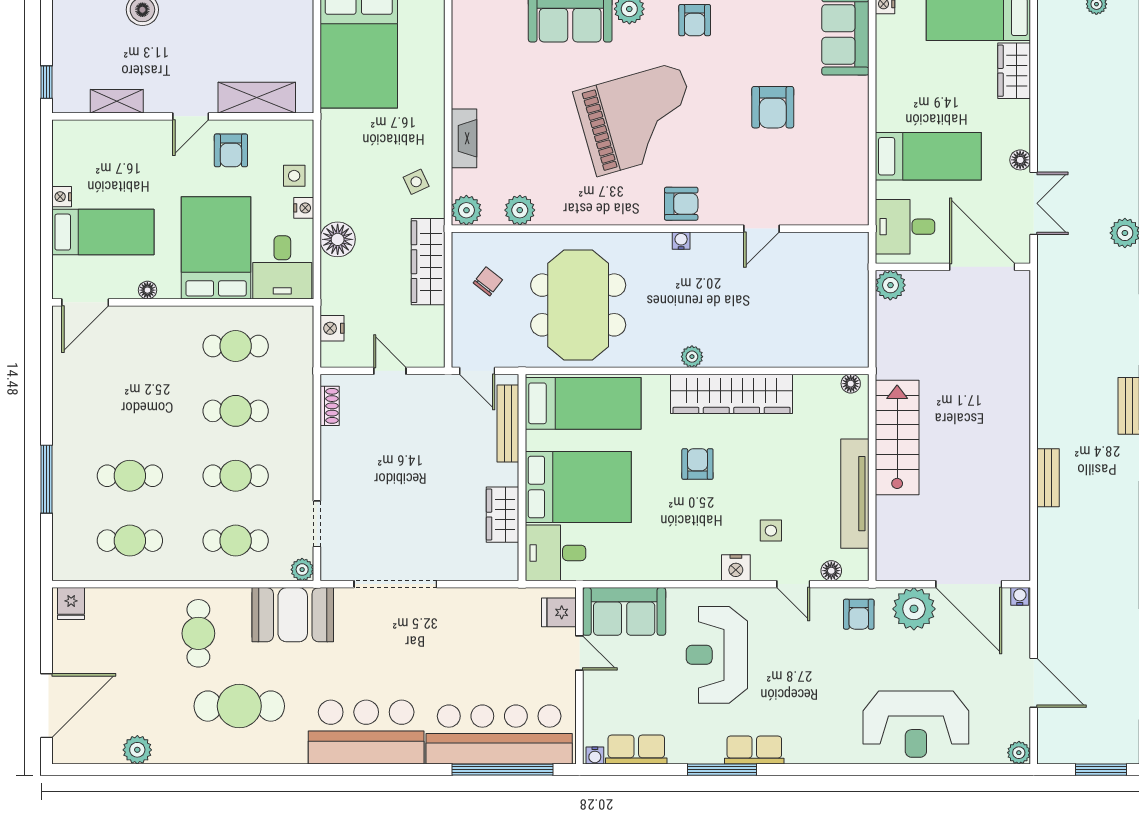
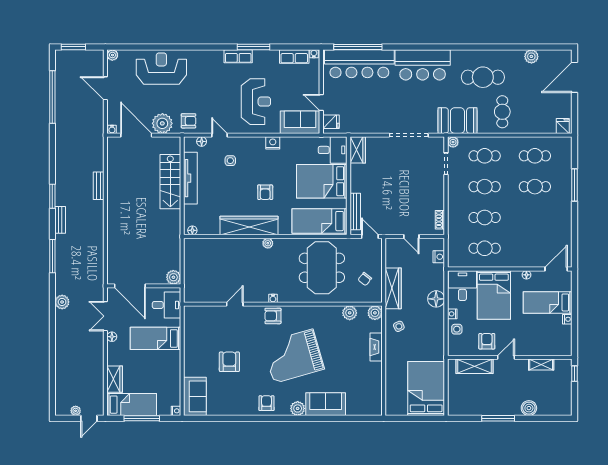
stairs: (897, 438) -> (170, 182), moved
wardrobe: (503, 515) -> (358, 150), moved
nightstand: (736, 568) -> (273, 143), moved
armchair: (859, 614) -> (189, 121), turned 90

